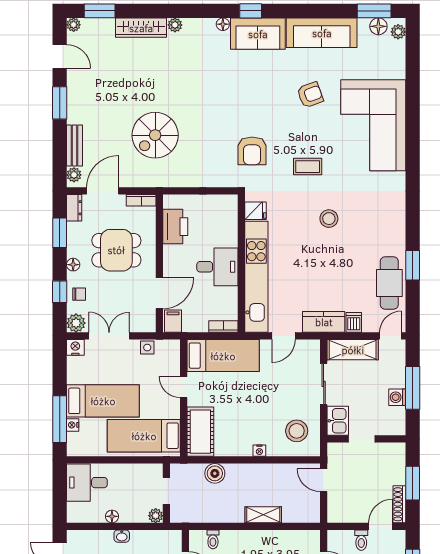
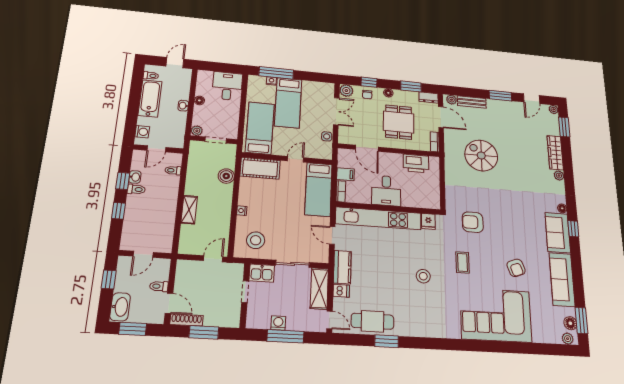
filing cabinet: (173, 321) -> (345, 174), moved
nightstand: (75, 347) -> (329, 88), removed

